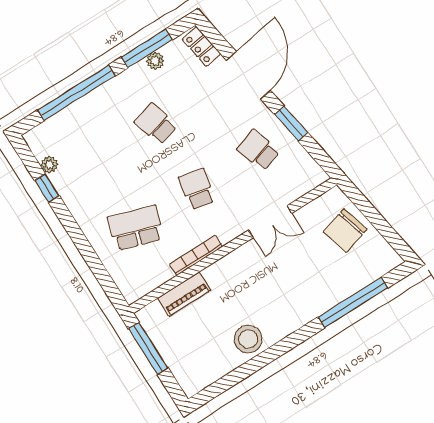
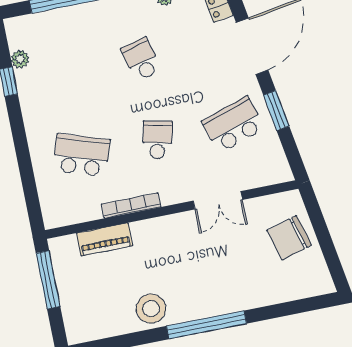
school desk: (258, 150) -> (233, 125), width x1.85
window: (353, 302) -> (207, 325), moved

